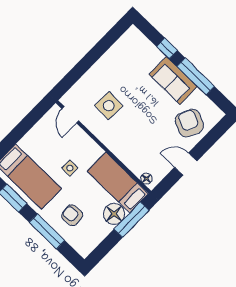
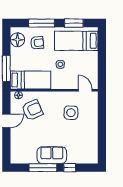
armchair: (189, 123) -> (32, 110), moved, turned -48
floor lamp: (114, 214) -> (17, 40), moved

